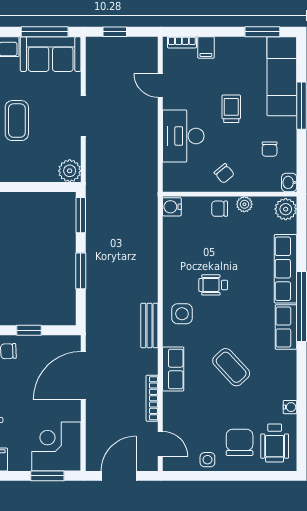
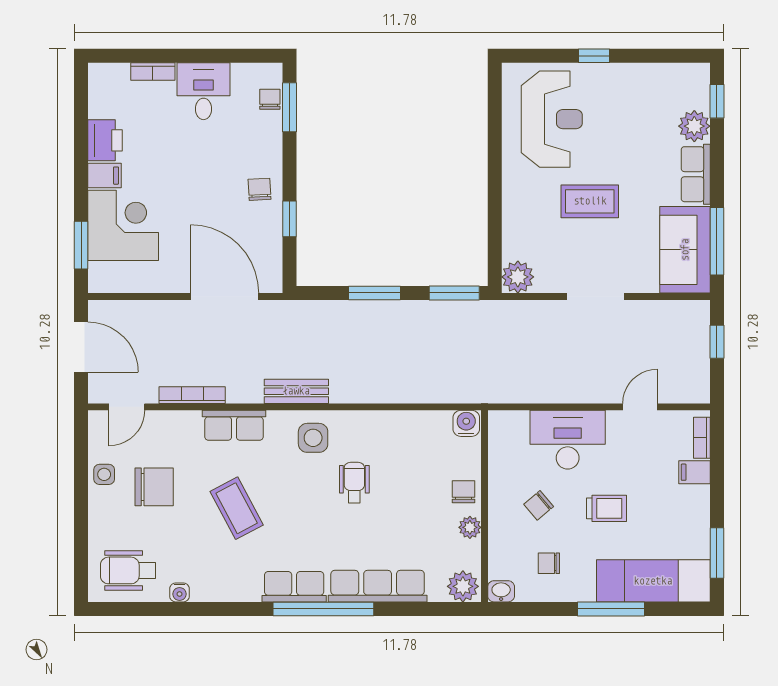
chair: (224, 173) -> (539, 505), moved
coffee table: (231, 367) -> (237, 508), turned -75
chair: (240, 442) -> (154, 487), moved
corner desk: (56, 446) -> (123, 225), moved

